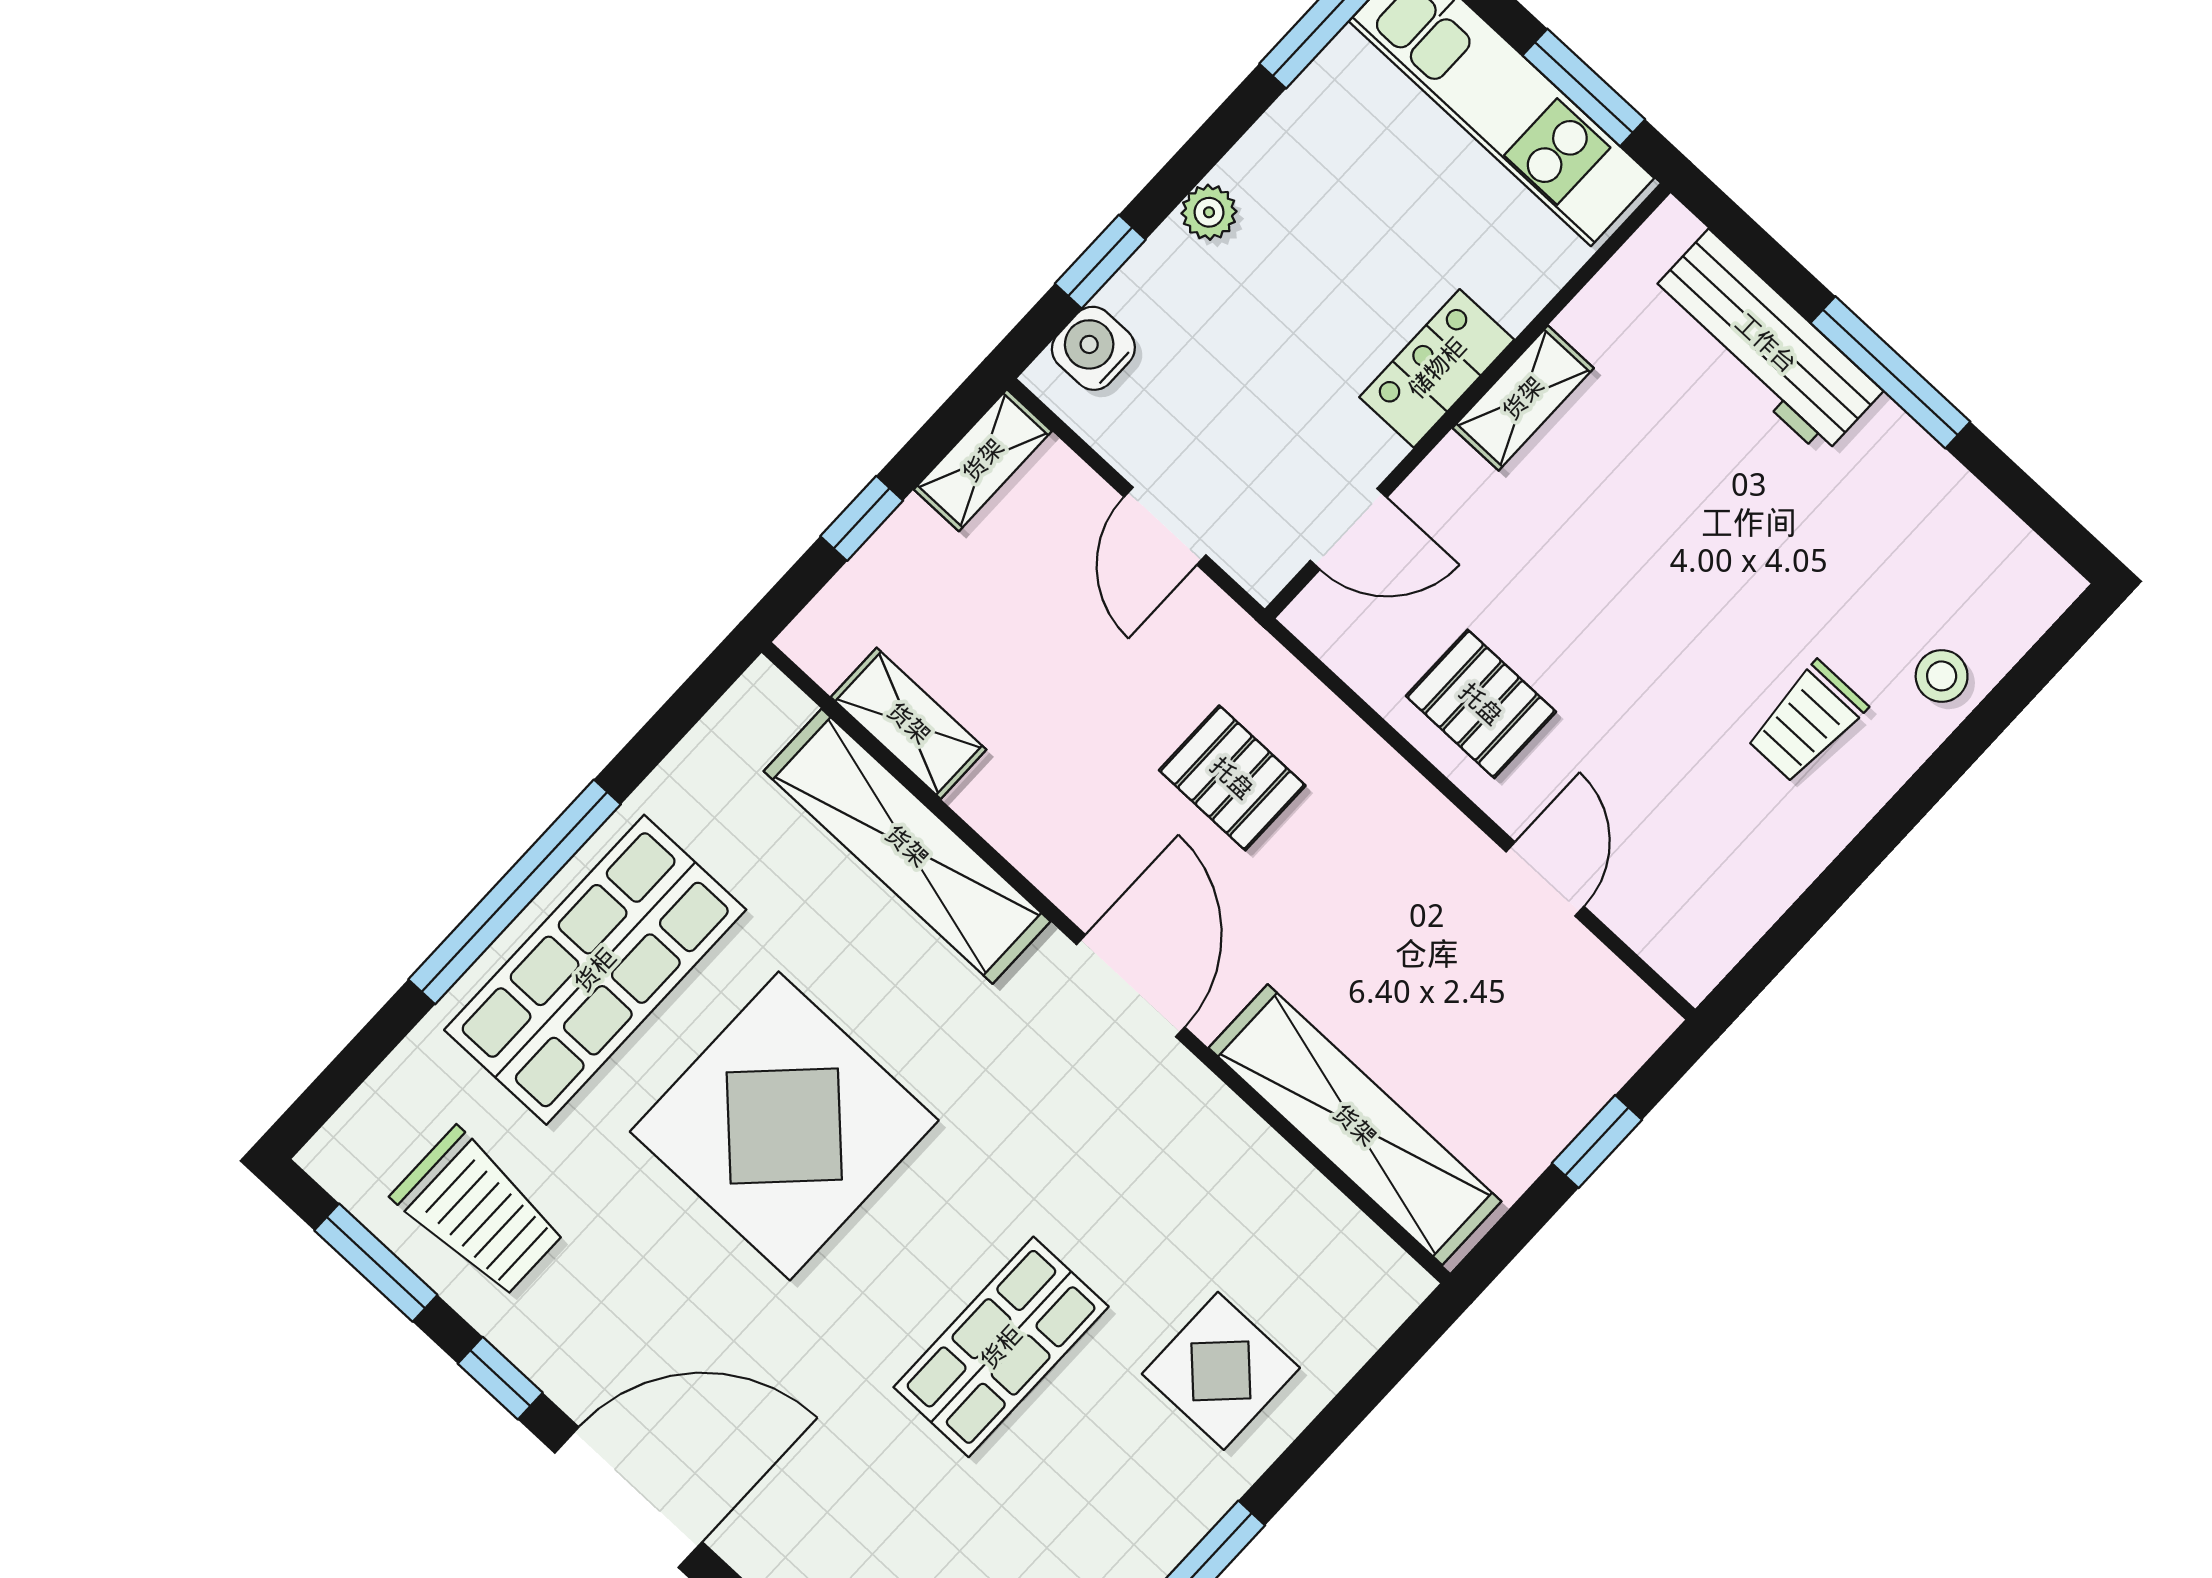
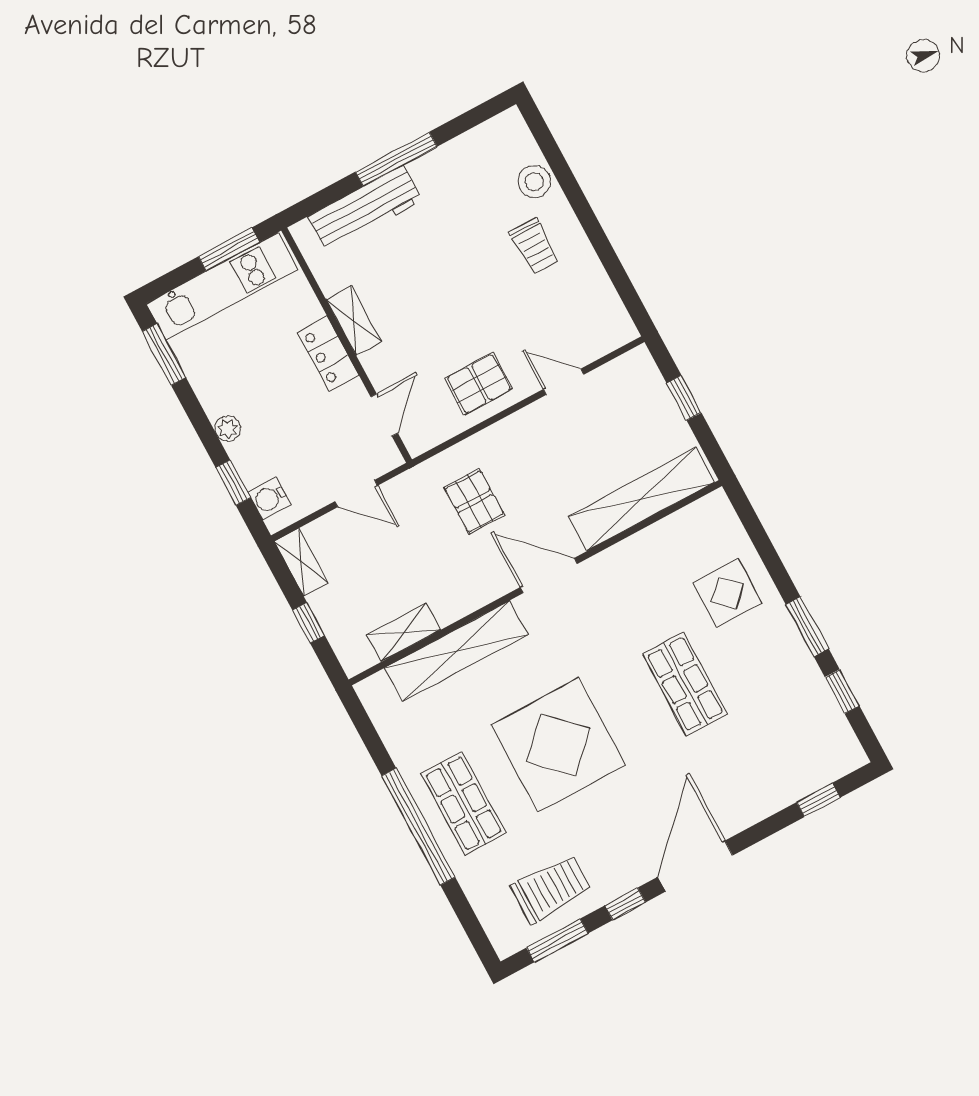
stool: (1942, 676) -> (534, 182), width x1.37, depth x1.37
pallet: (1232, 778) -> (474, 501), turned 90
shop shelf: (595, 970) -> (464, 803), width x0.70, depth x0.74

